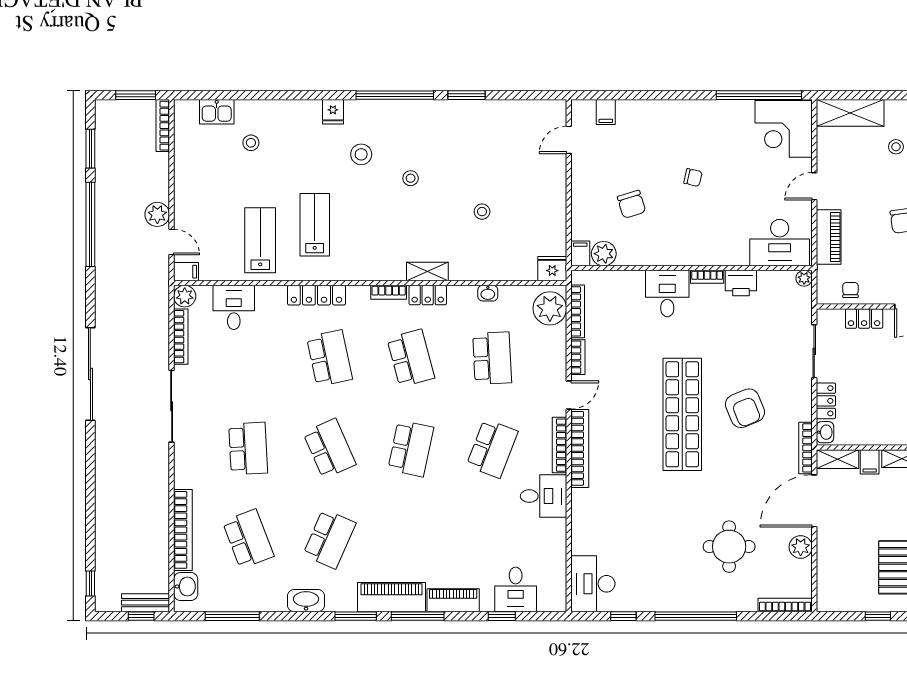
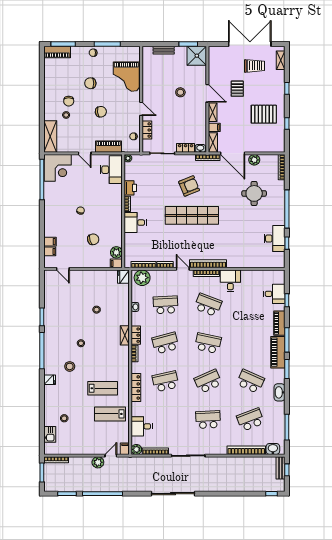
filing cabinet: (627, 112) -> (50, 242), added
lab bench: (315, 225) -> (103, 388), turned 180
desk: (593, 584) -> (274, 239), moved, turned -90

